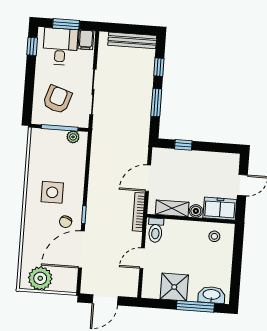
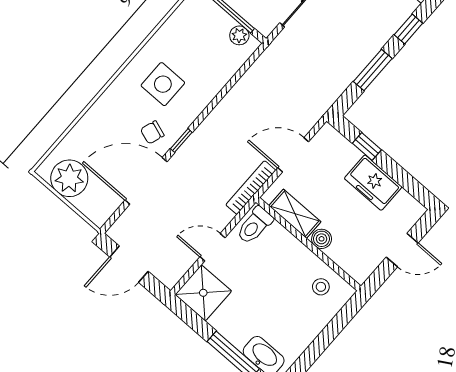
freezer: (220, 209) -> (373, 183), moved, turned 180
shower: (174, 287) -> (203, 293), moved

